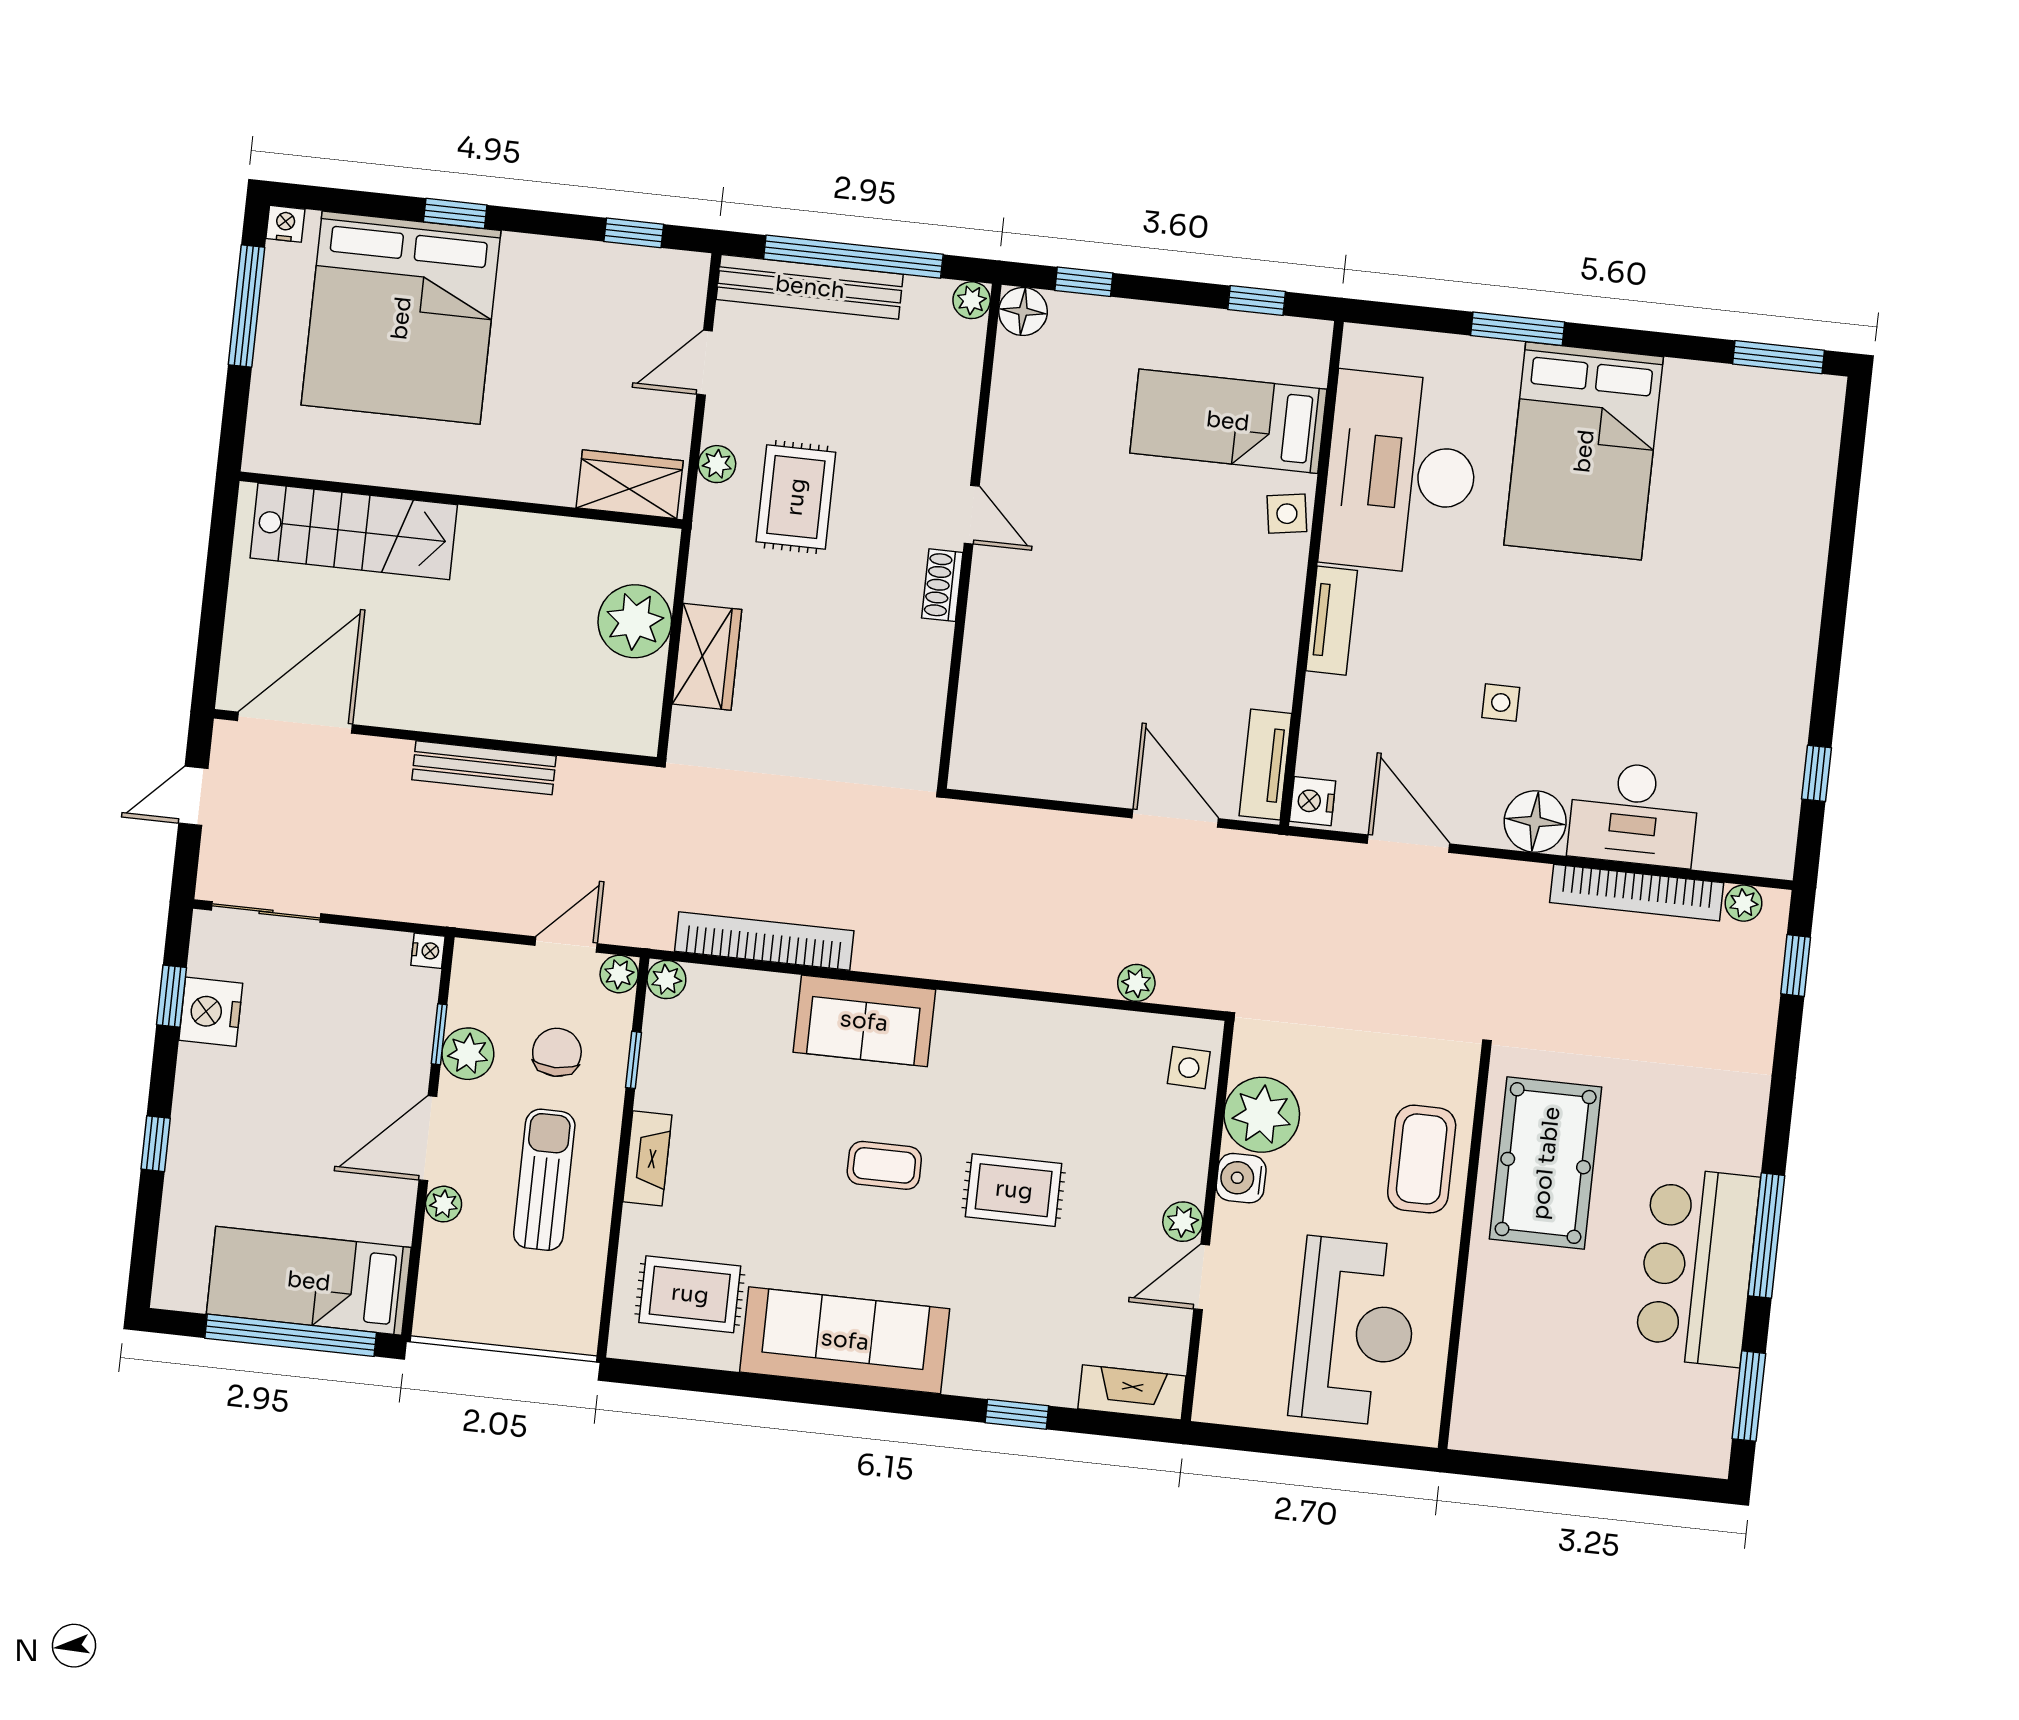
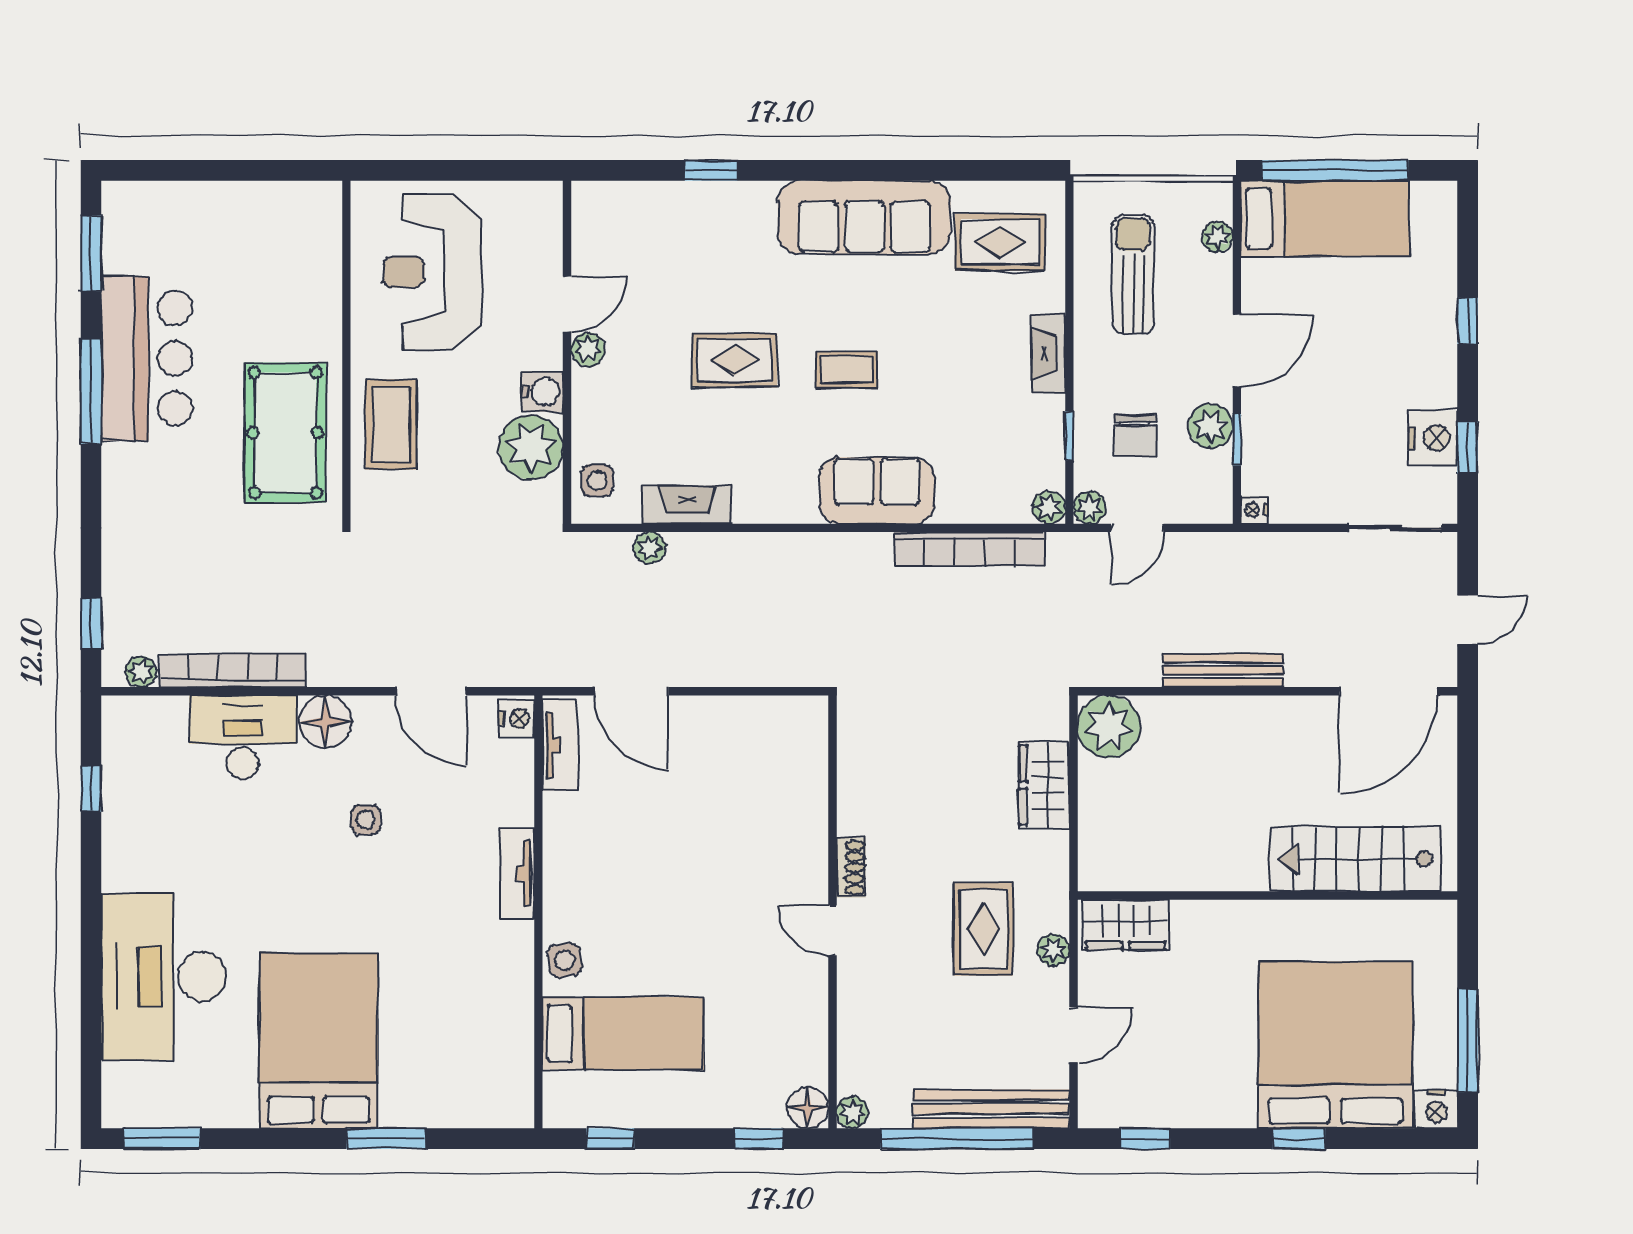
nightstand: (285, 224) -> (1436, 1109), width x1.39, depth x1.35
desk: (1401, 473) -> (164, 977), moved, turned 180
plant: (635, 621) -> (1109, 727), moved
sun lounger: (544, 1180) -> (1133, 274), moved, turned 180
plant: (444, 1204) -> (1218, 237), moved
fireplace: (1132, 1392) -> (687, 505), moved, turned 180

